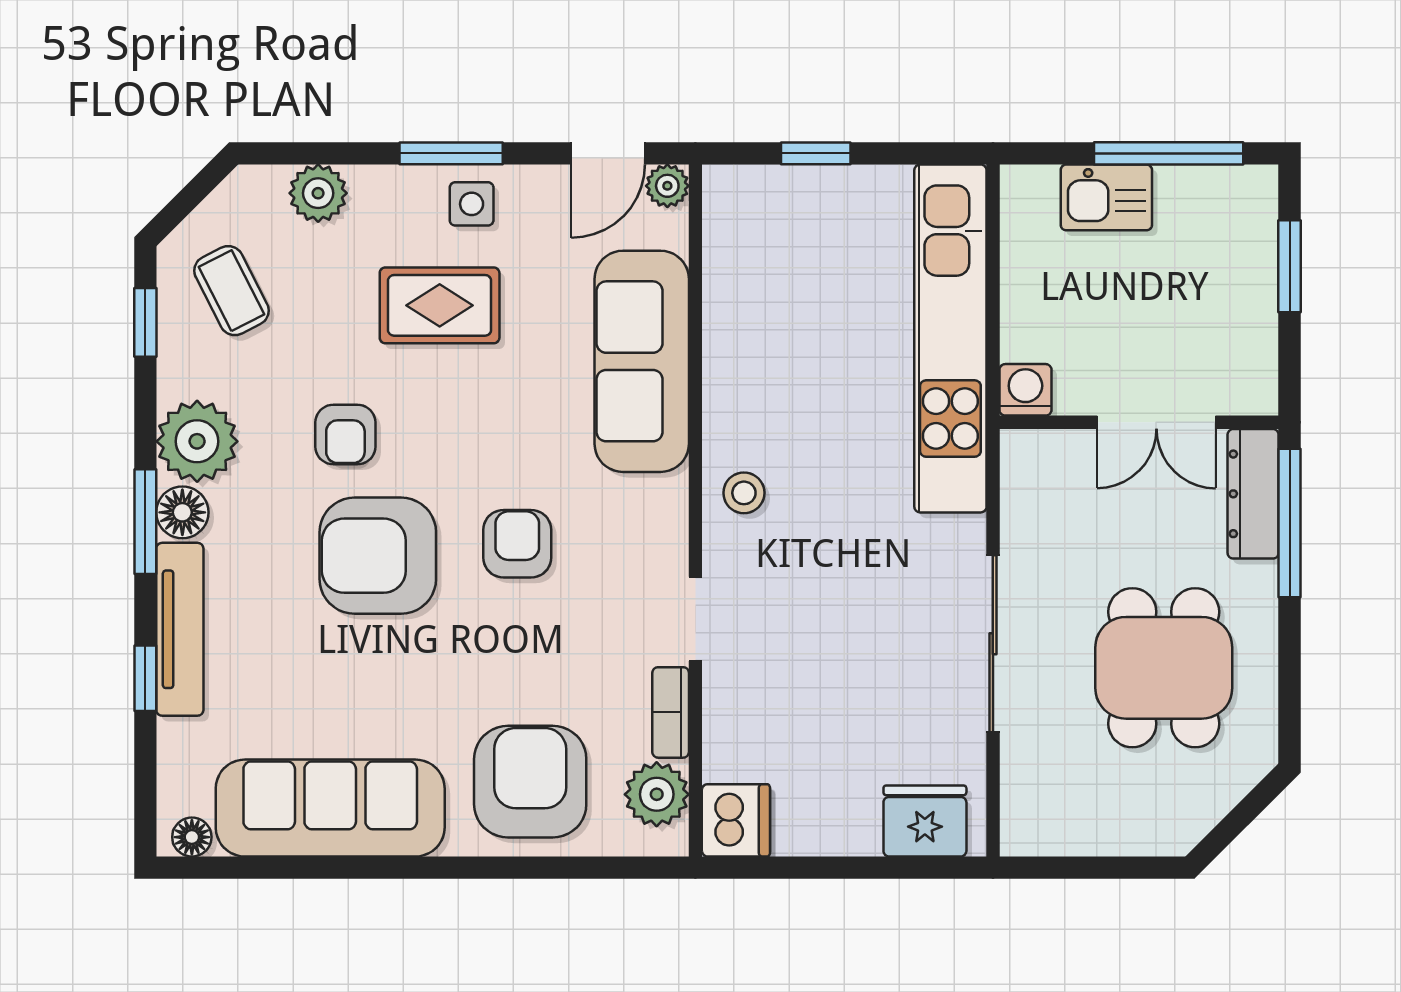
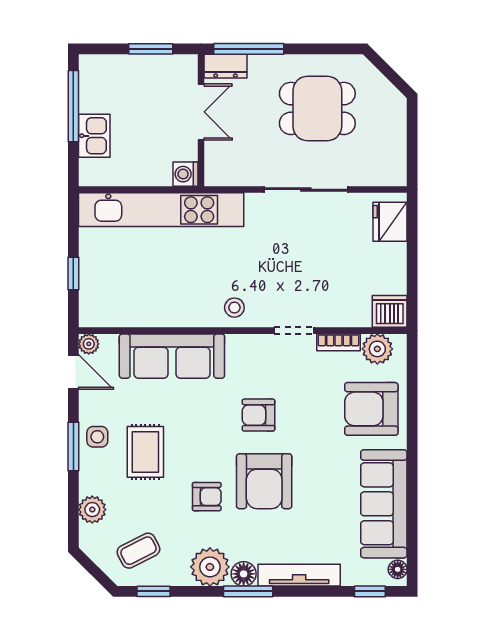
window: (1290, 266) -> (151, 49), moved
dresser: (1253, 494) -> (225, 66), width x0.70
window: (145, 678) -> (370, 591), moved

